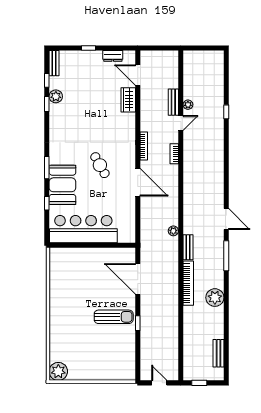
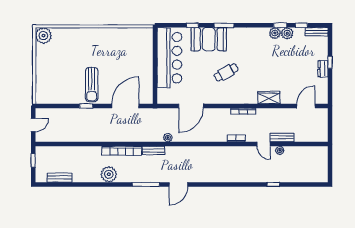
dresser: (113, 56) -> (323, 69), moved
wardrobe: (128, 100) -> (269, 98), moved
plant: (55, 110) -> (275, 33), added
door: (138, 182) -> (191, 106), moved

